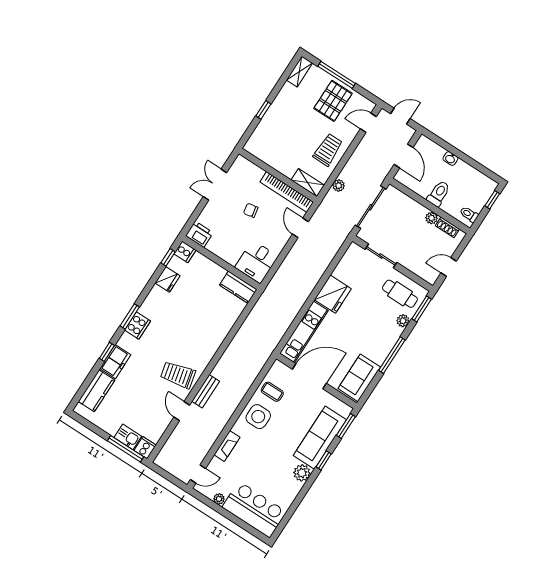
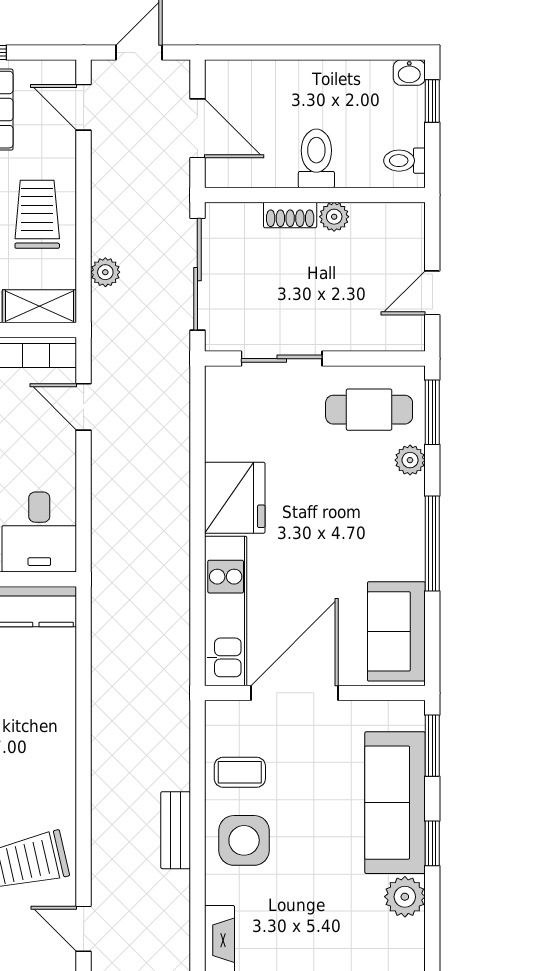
door: (368, 123) -> (84, 107), hinge flipped
washbasin: (450, 158) -> (409, 73), moved
shoe rack: (447, 227) -> (290, 215), moved
bench: (206, 391) -> (176, 830), moved

